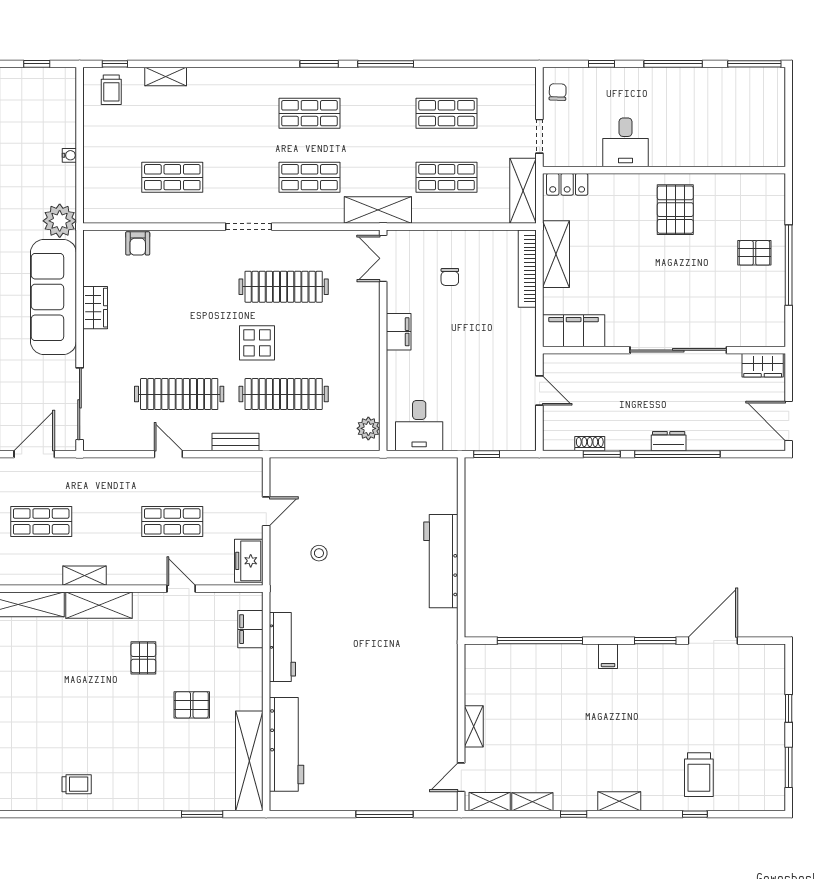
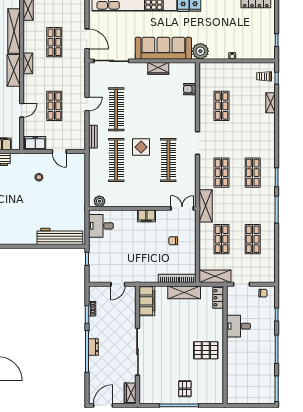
workbench: (441, 561) -> (60, 236), moved

